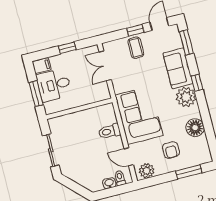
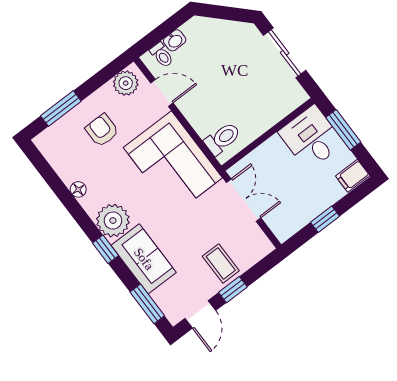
double door: (105, 66) -> (244, 200), moved
desk: (54, 85) -> (311, 138), moved, turned -90
floor lamp: (195, 128) -> (78, 189), width x0.53, depth x0.53
toilet: (109, 131) -> (222, 139), moved

